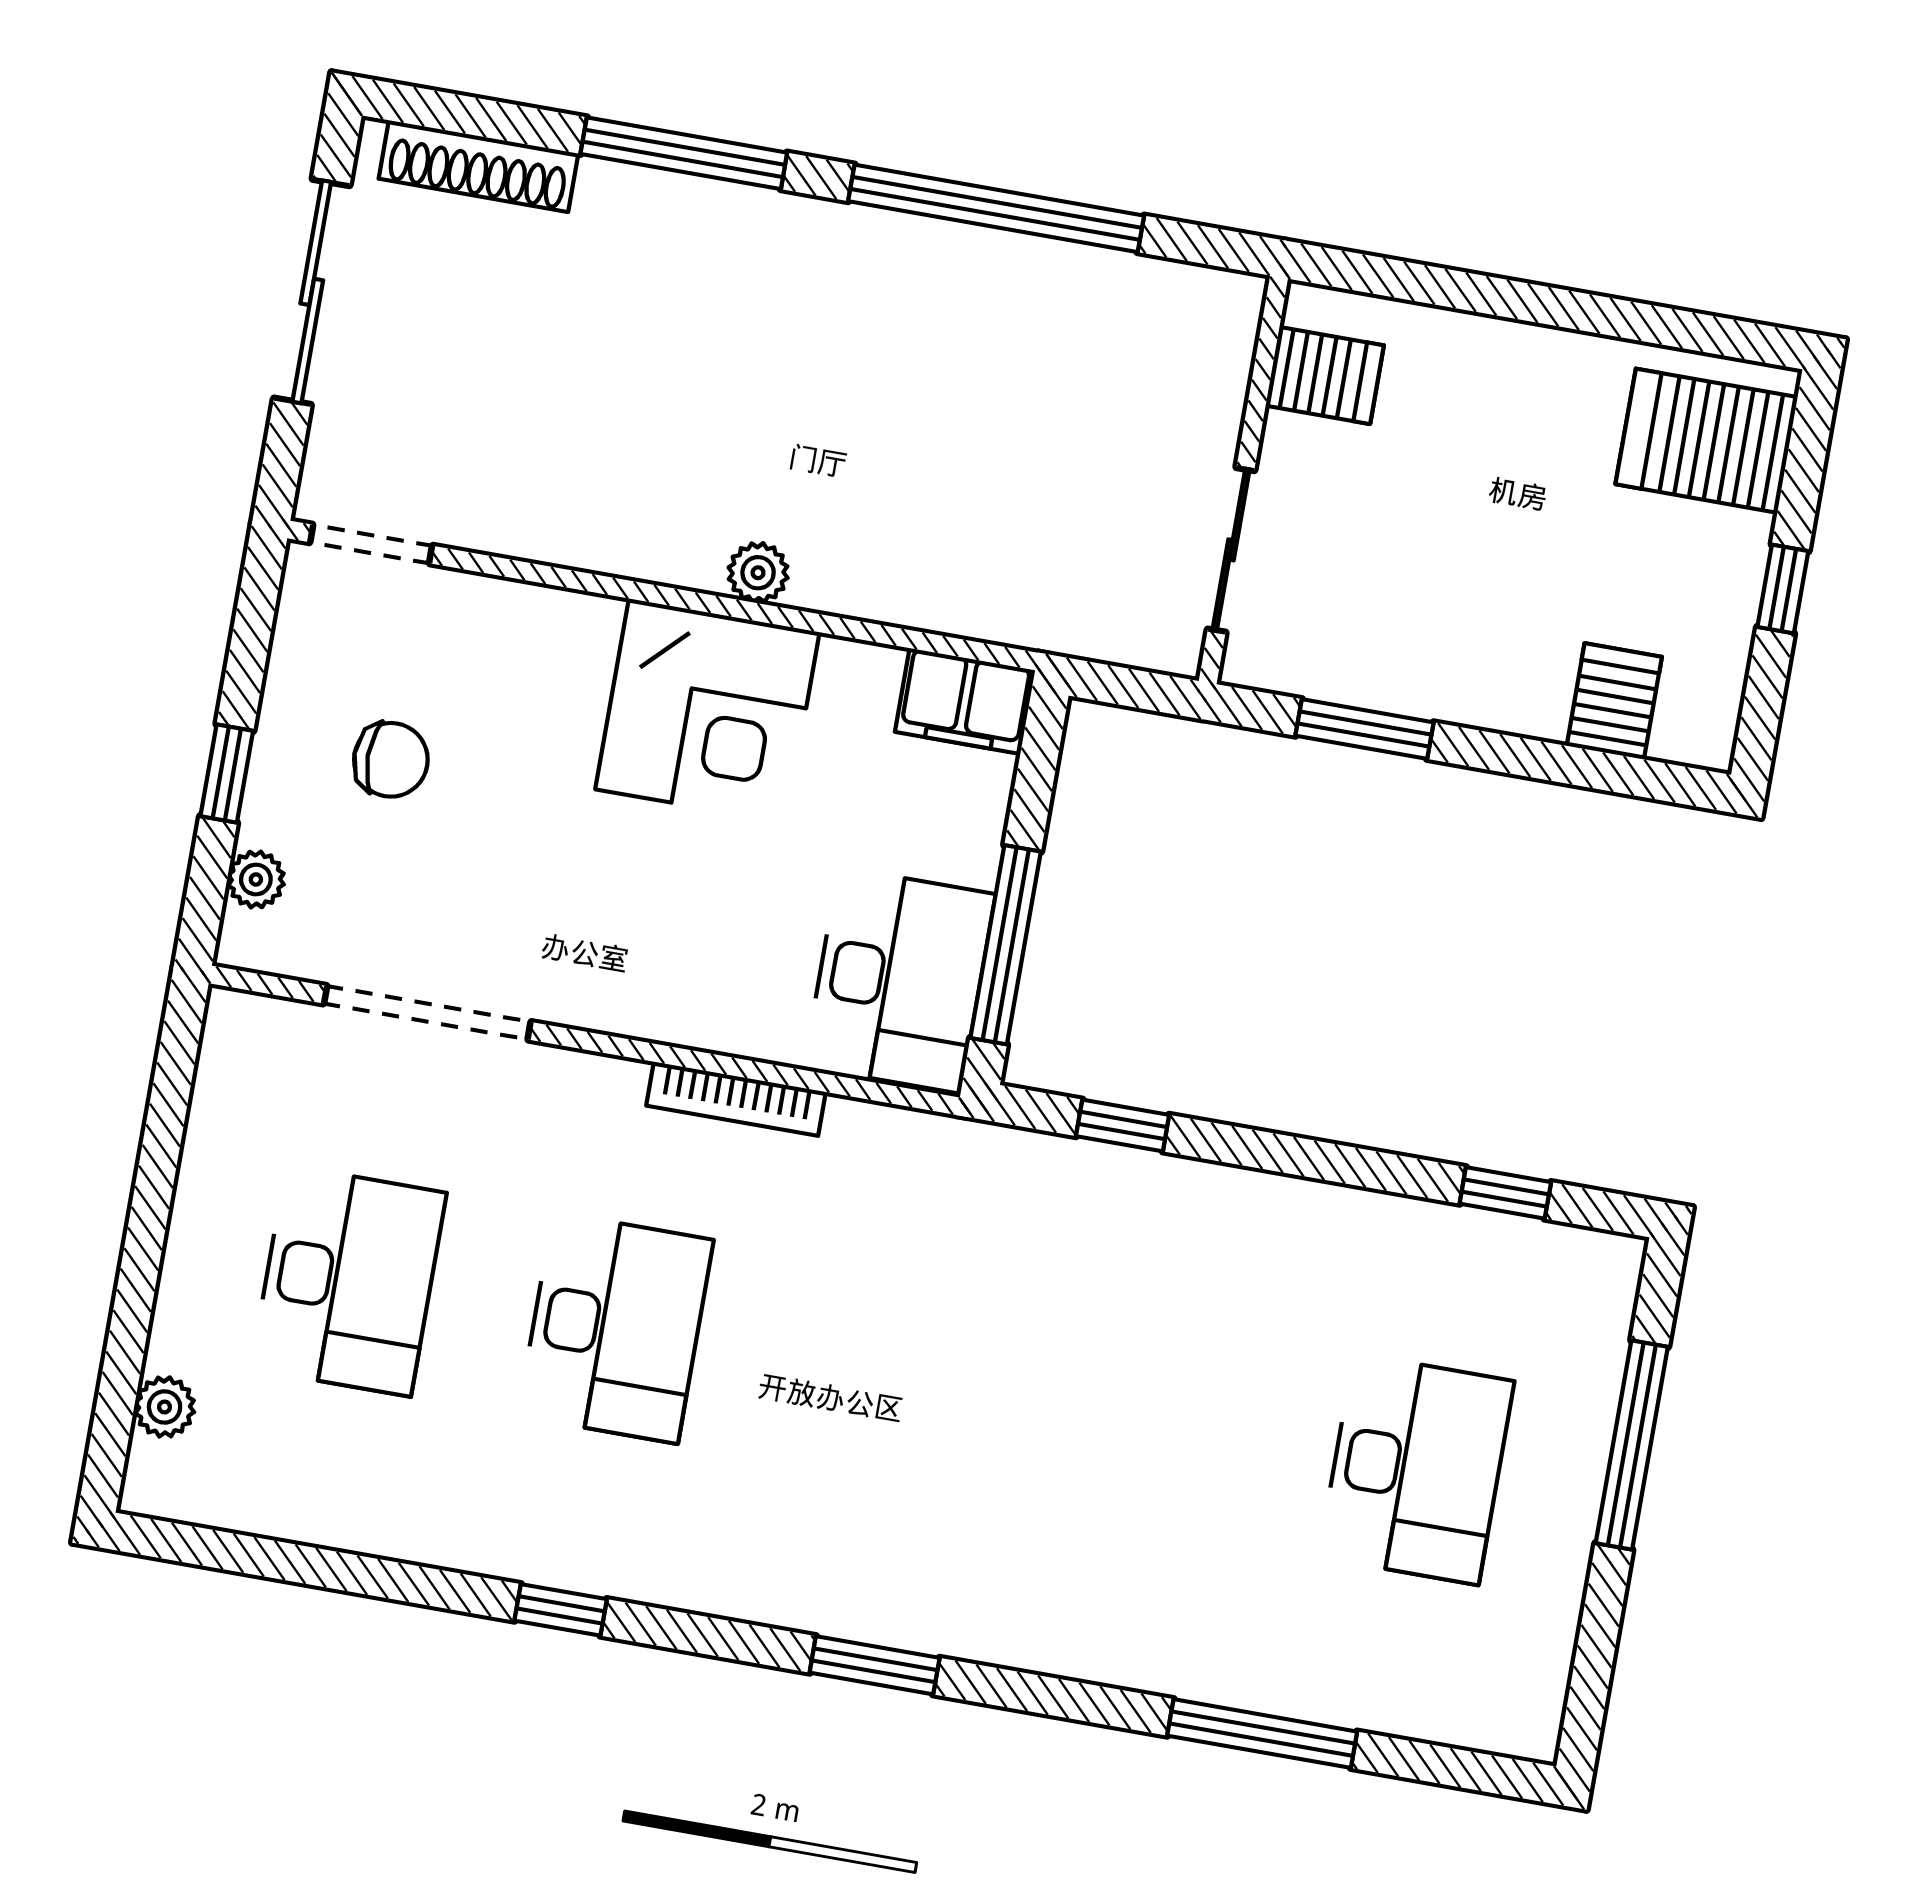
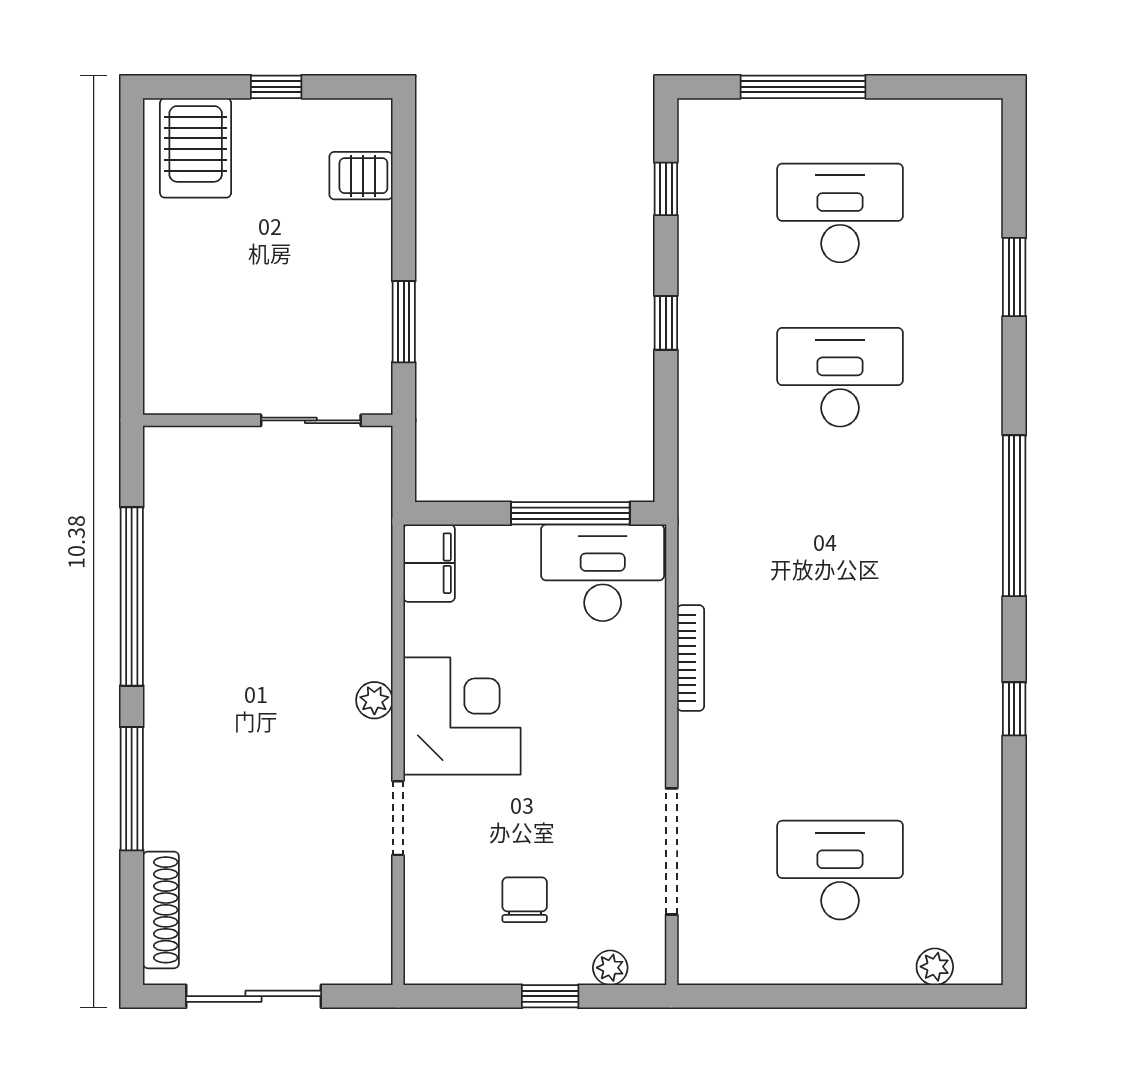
server rack: (1325, 375) -> (197, 383), removed
doorway: (371, 544) -> (398, 818), moved
window: (1123, 1125) -> (666, 323), moved
desk: (616, 1328) -> (840, 377), moved
window: (875, 1665) -> (1014, 516), width x2.11
window: (1262, 1734) -> (1014, 277), width x0.69

